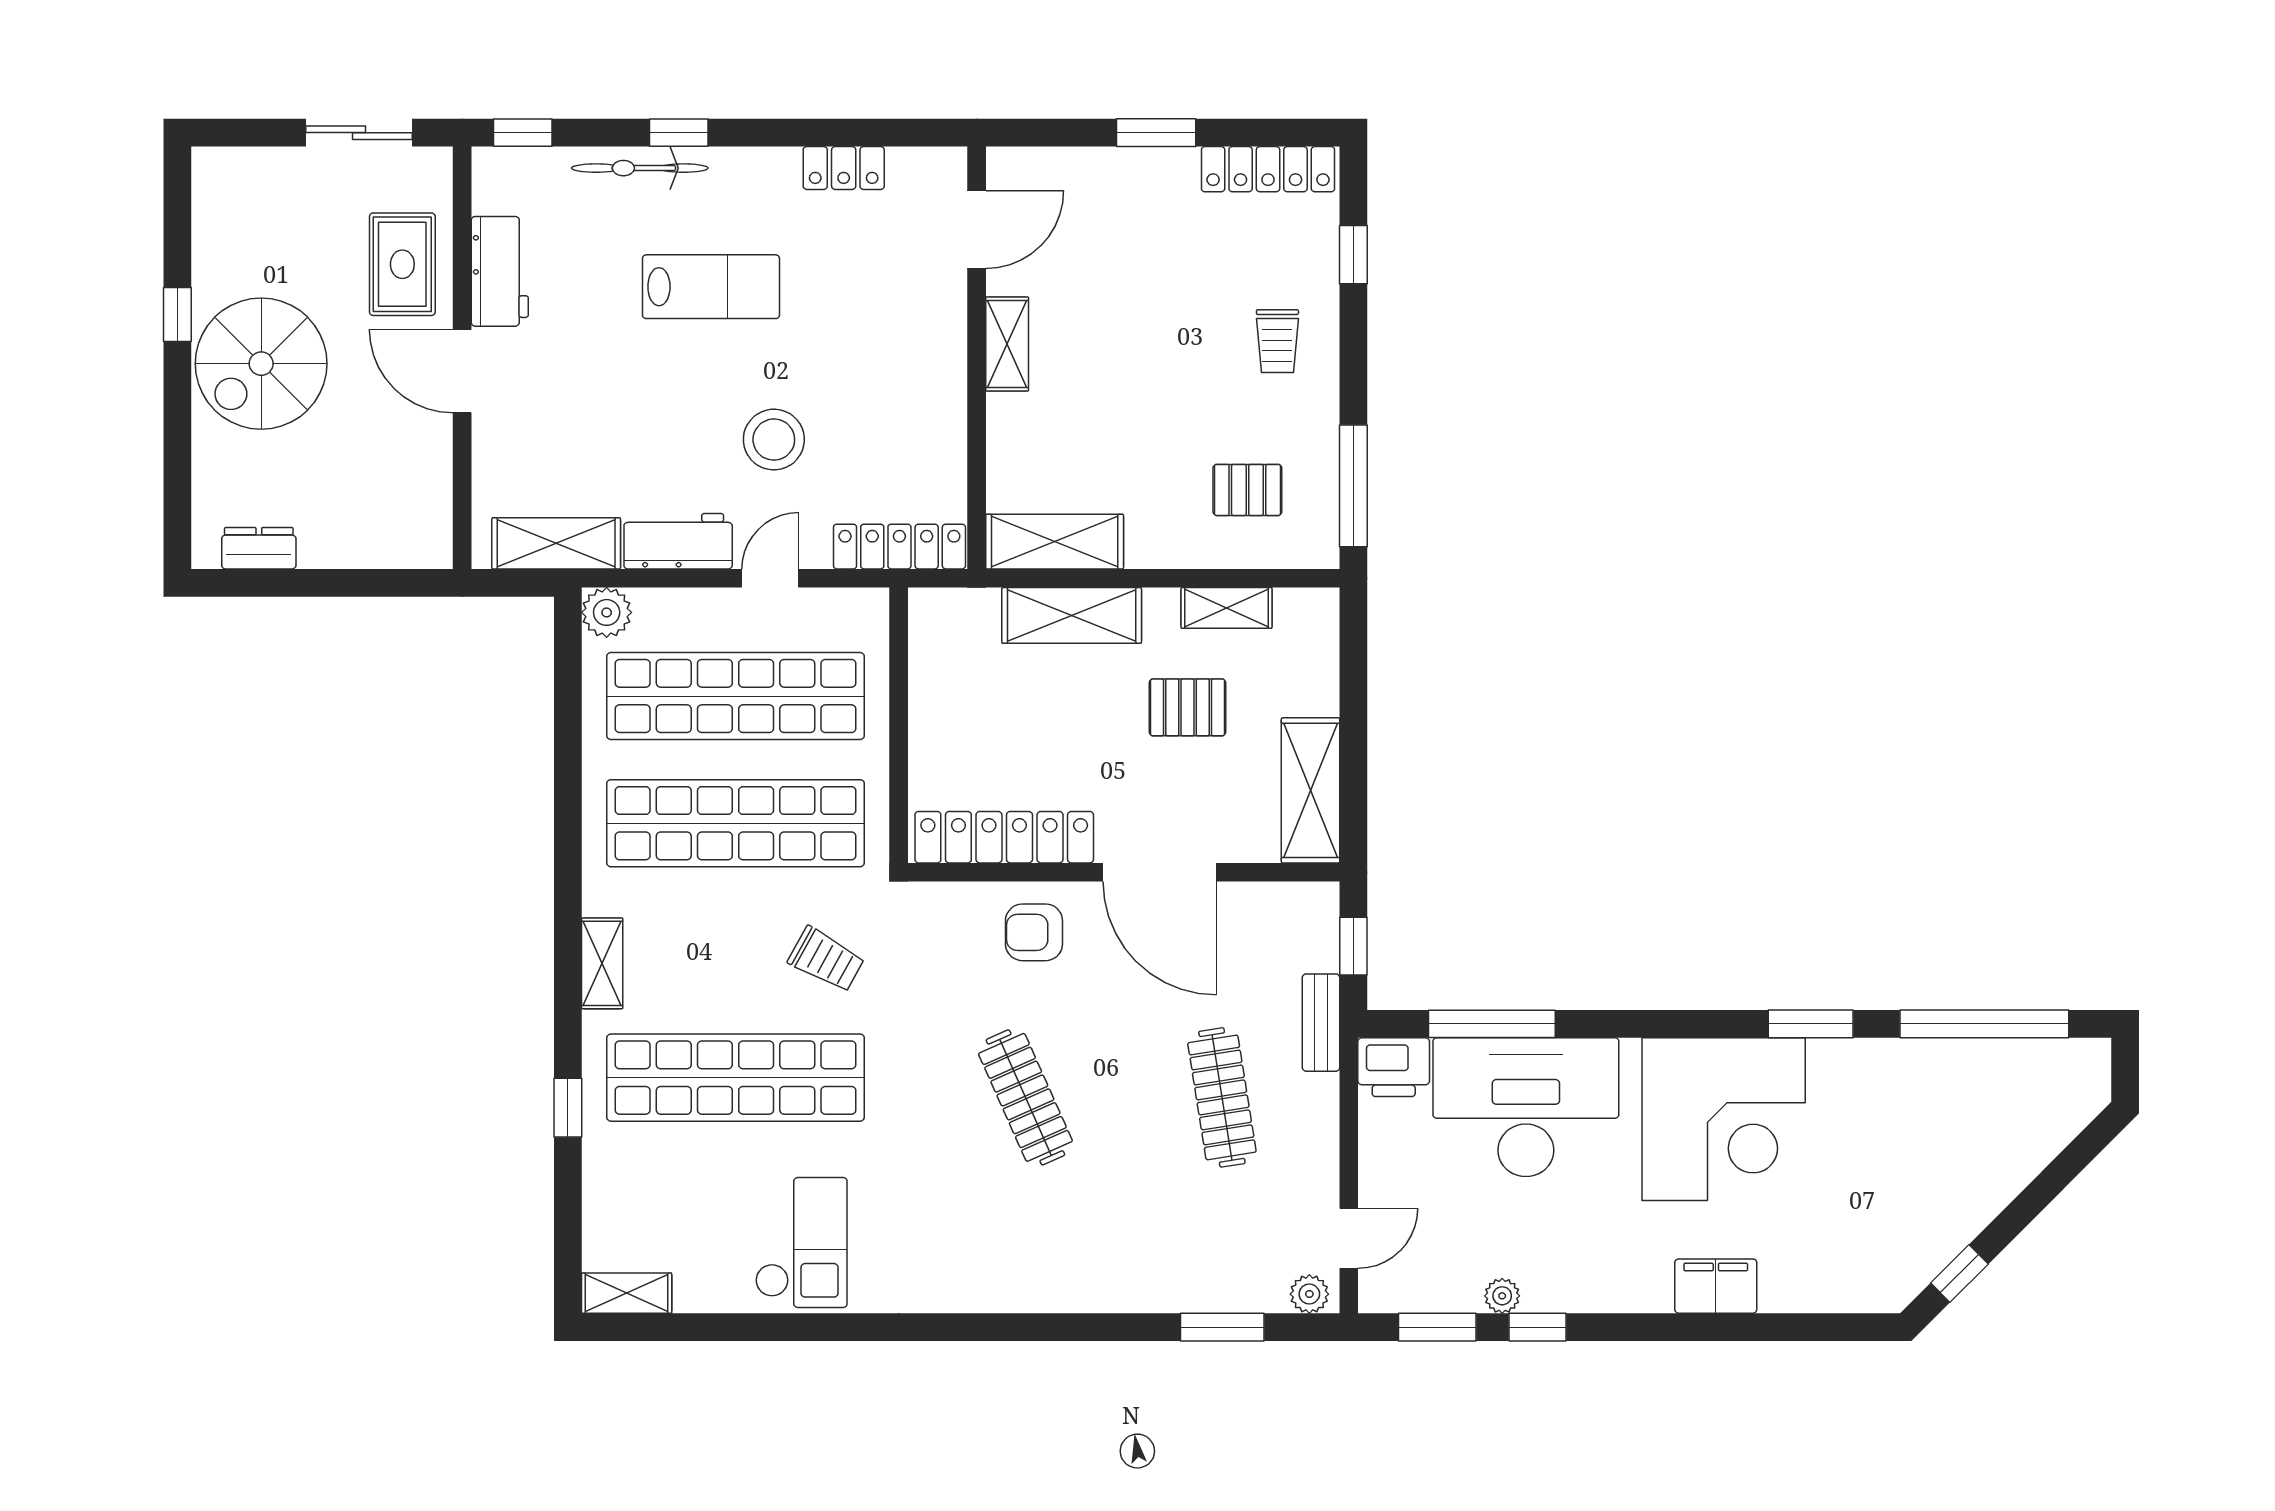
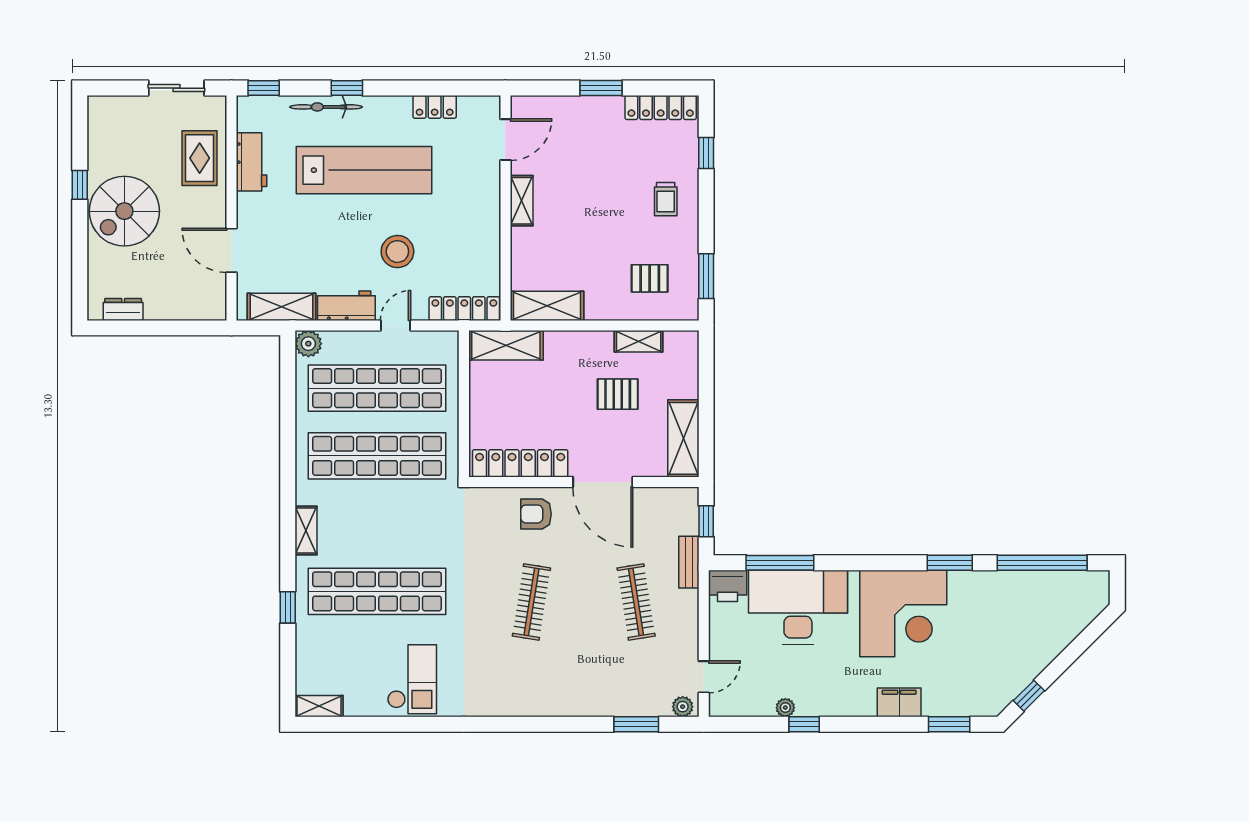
lab bench: (711, 287) -> (364, 170), width x1.86, depth x1.39
door: (462, 371) -> (231, 250), moved
window: (1353, 486) -> (706, 276), width x0.69
shelving: (1072, 615) -> (506, 345), moved
trolley: (826, 959) -> (425, 528), removed
clothes rail: (1025, 1097) -> (531, 602), turned 33
window: (1437, 1327) -> (949, 724), moved

